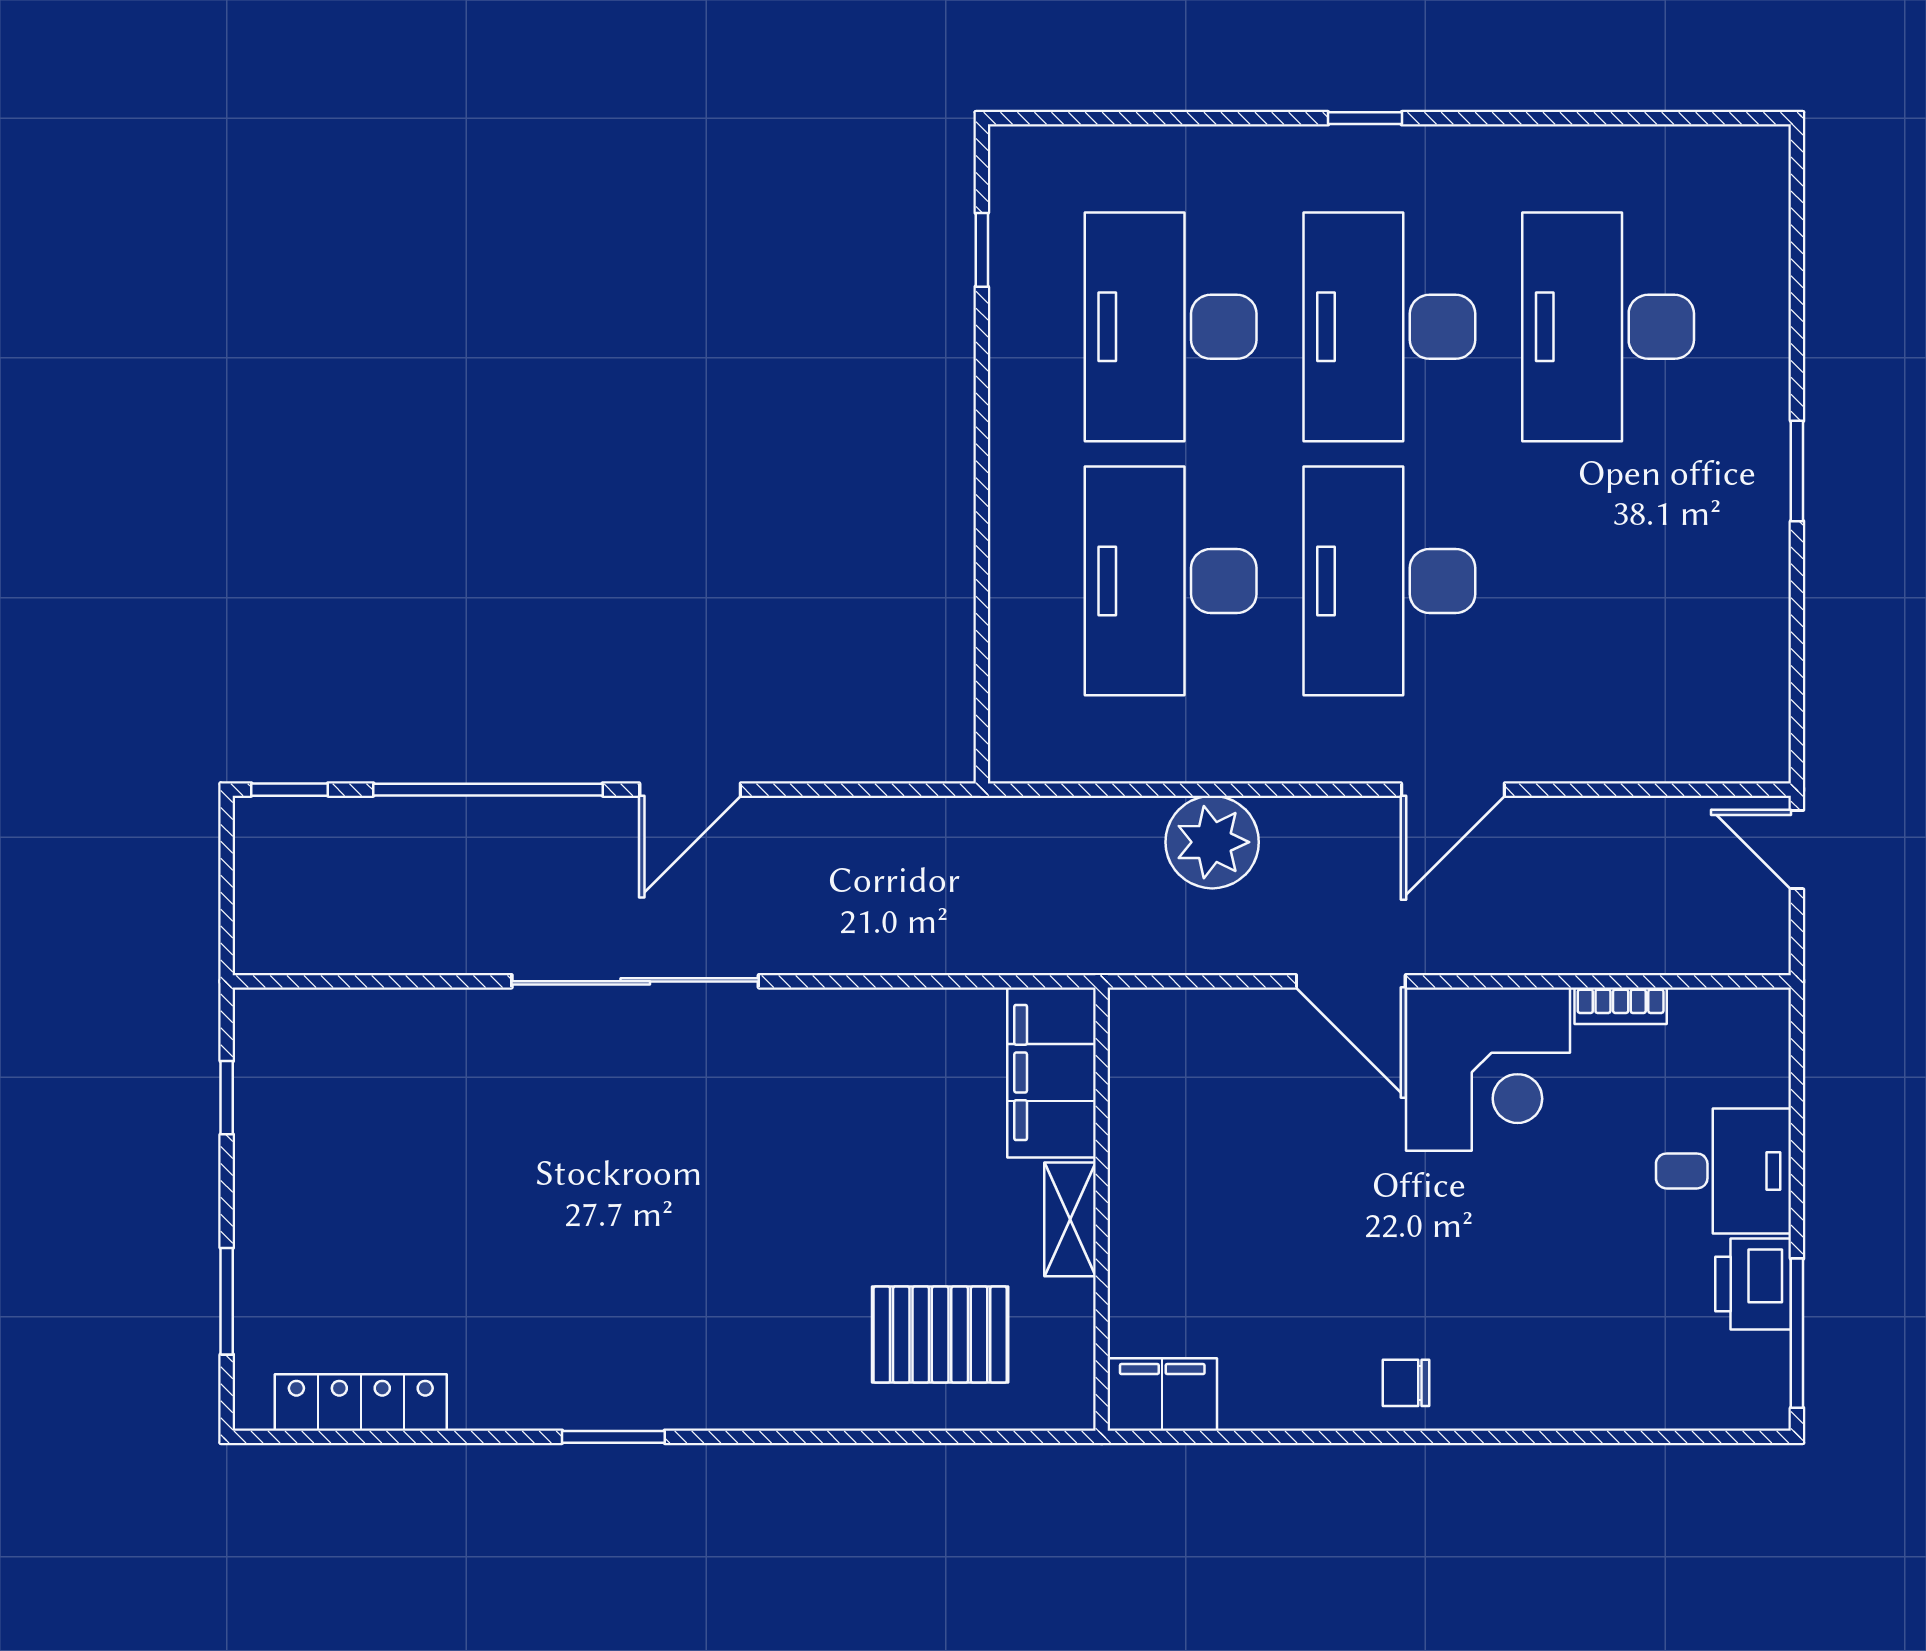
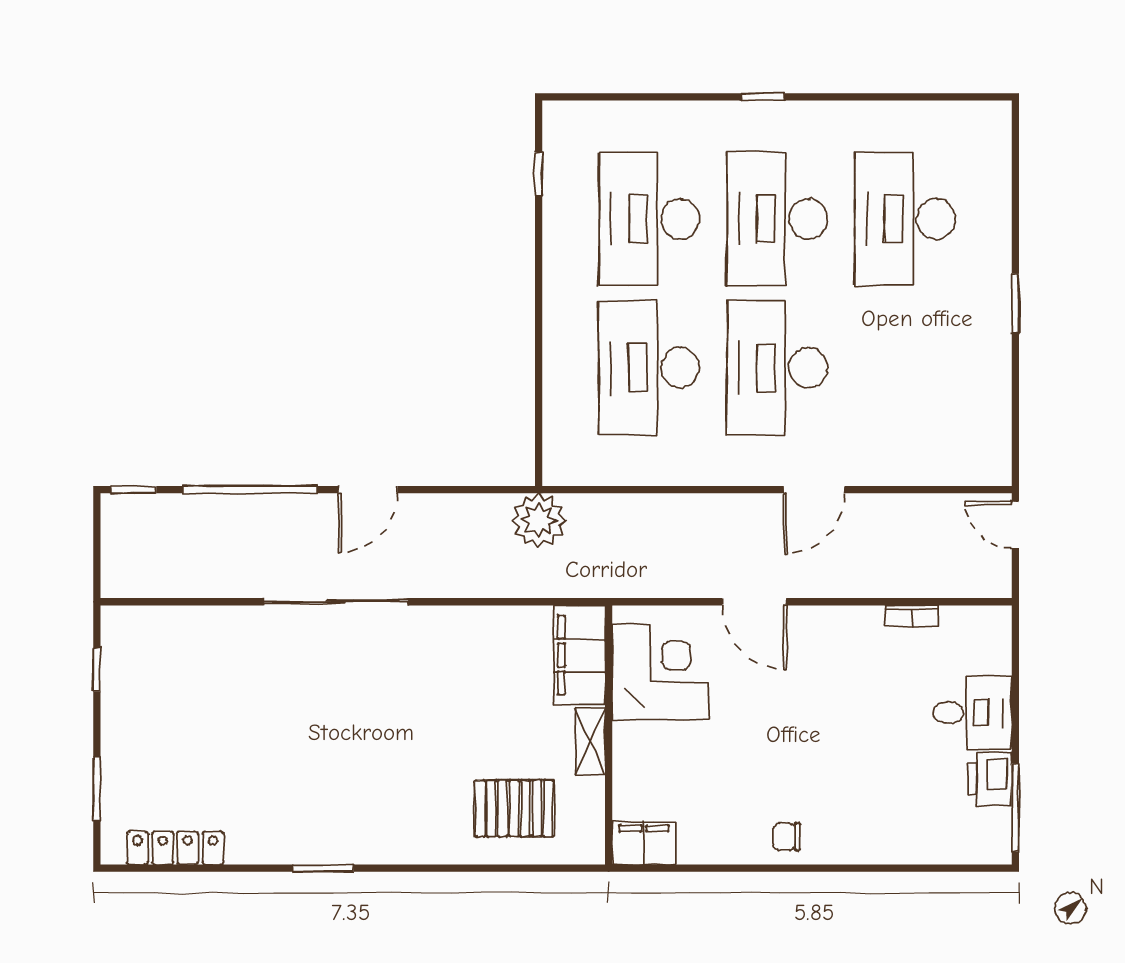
plant: (1212, 842) -> (539, 520), moved
corner desk: (1488, 1069) -> (660, 672), moved, turned -90

